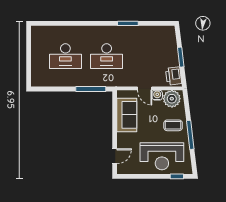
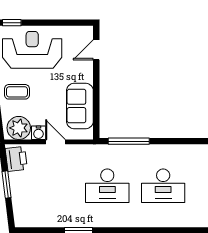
desk: (65, 56) -> (163, 186), turned 180
desk: (107, 56) -> (107, 186), turned 180

